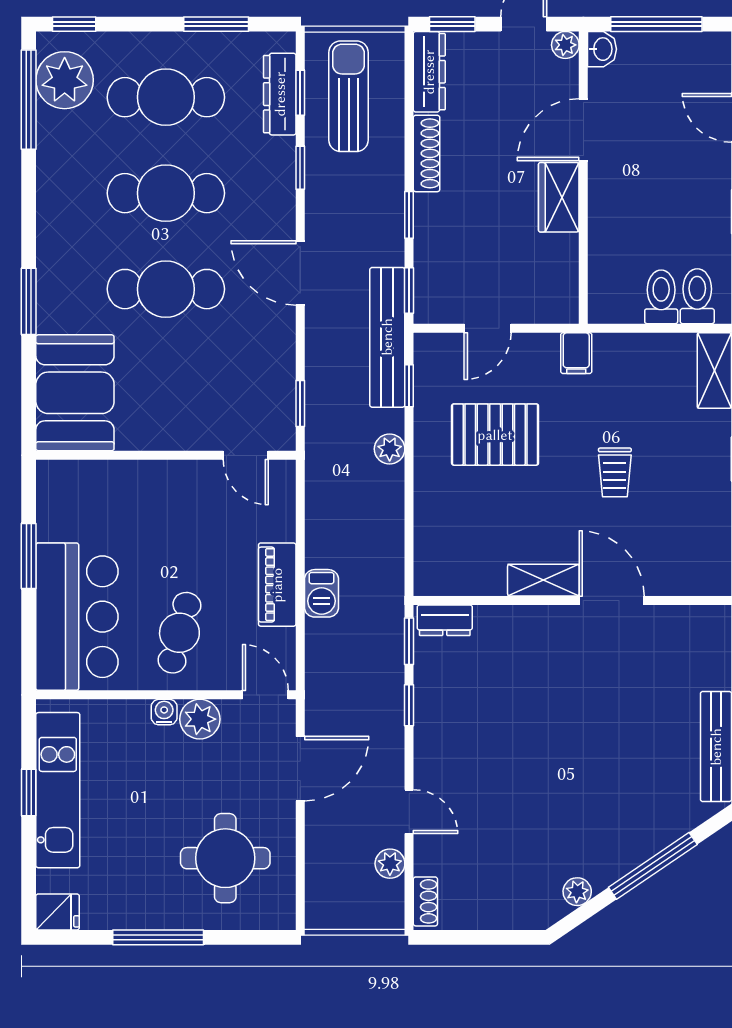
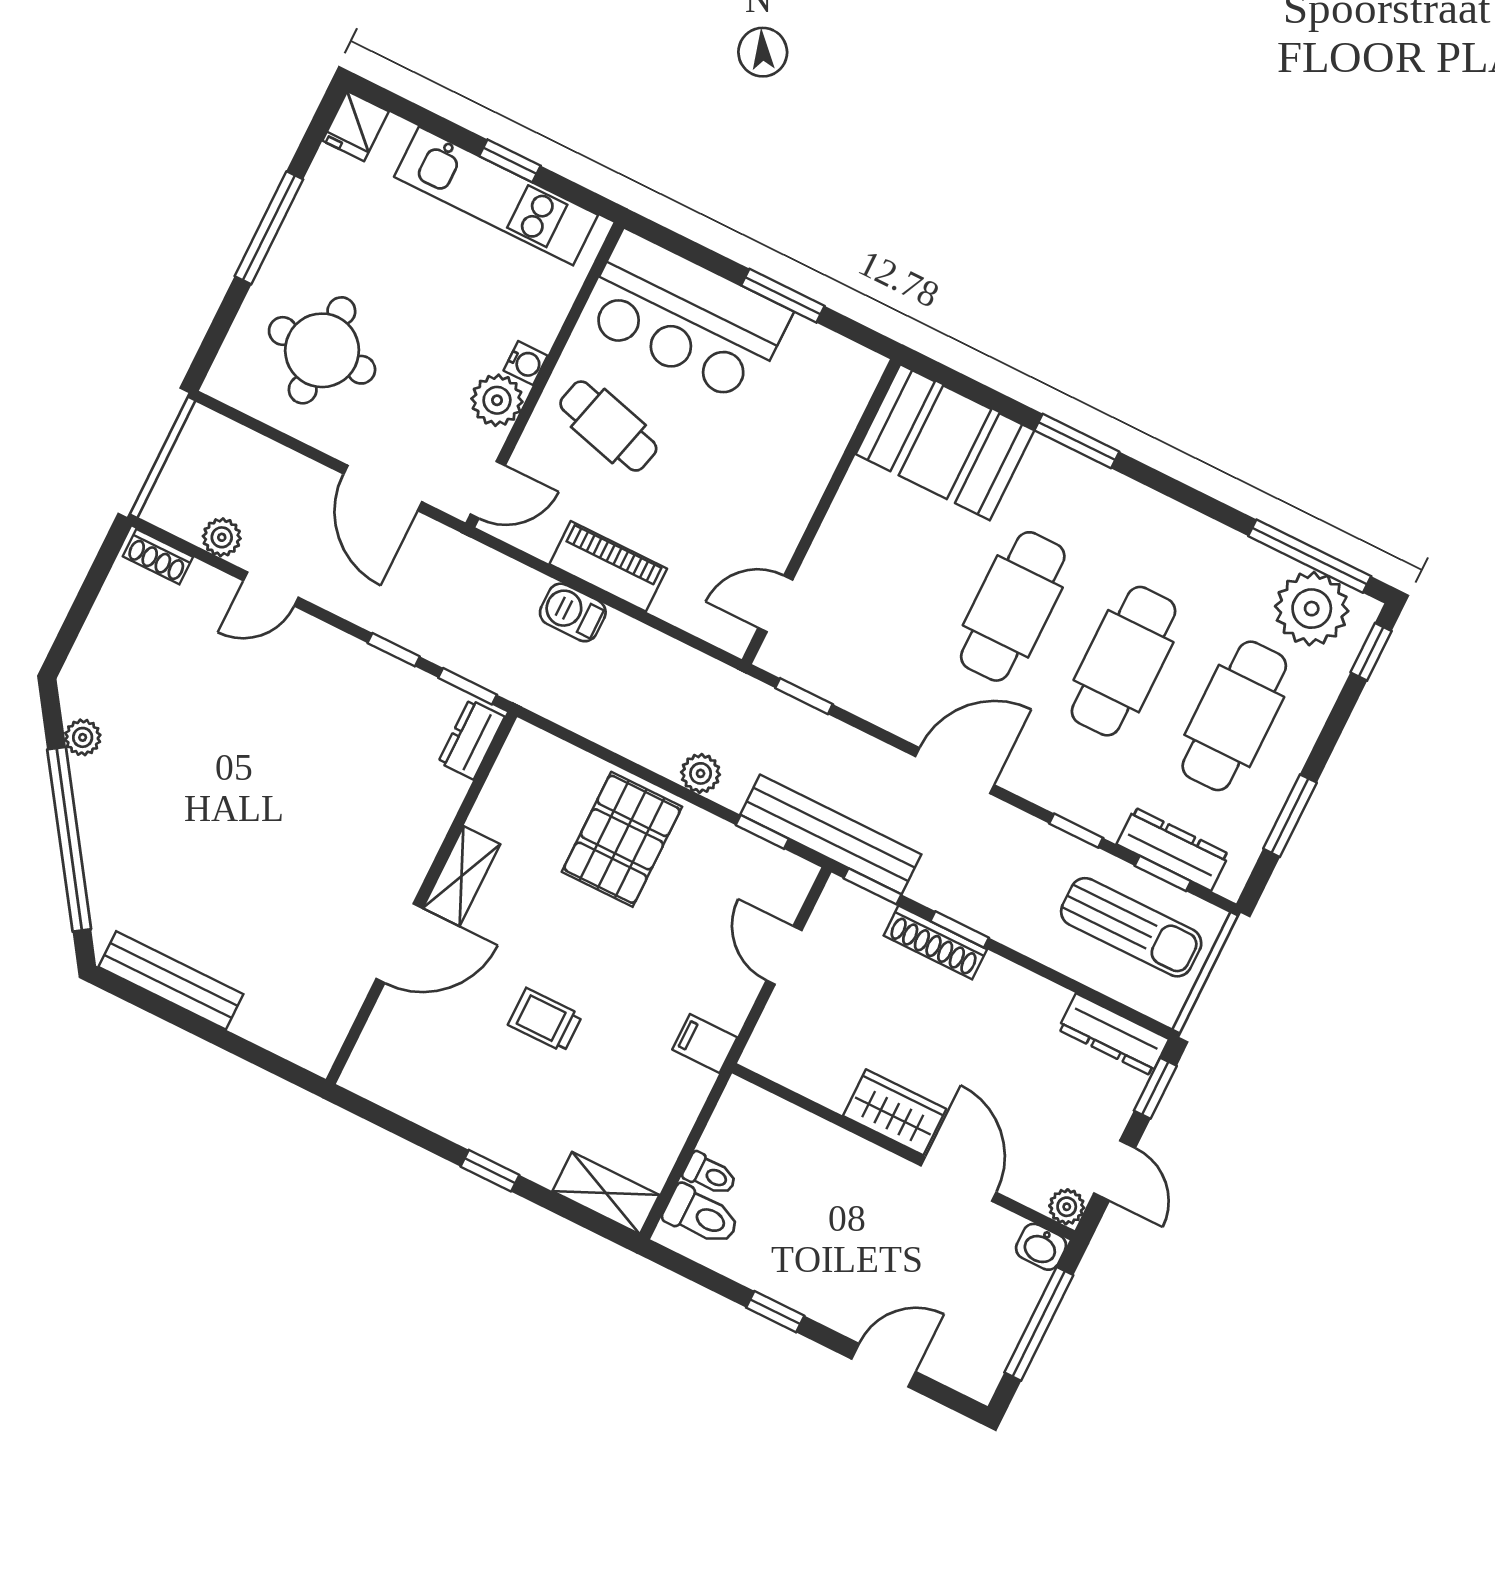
shoe rack: (426, 153) -> (935, 942), moved
toilet: (661, 297) -> (710, 1174), width x0.73, depth x0.72
pallet: (495, 435) -> (622, 839), moved
window: (653, 866) -> (69, 839), width x1.46

